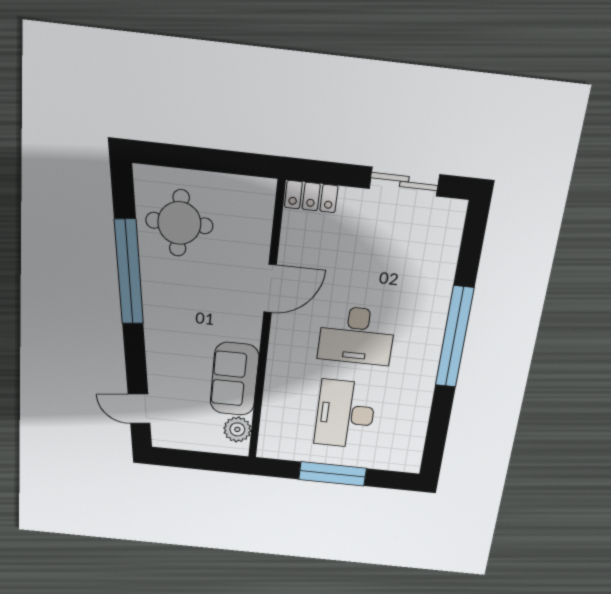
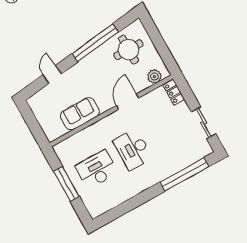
door: (270, 289) -> (127, 102), swing flipped
window: (455, 337) -> (184, 174), moved
door: (139, 409) -> (52, 74), moved
plant: (237, 429) -> (154, 77), moved

